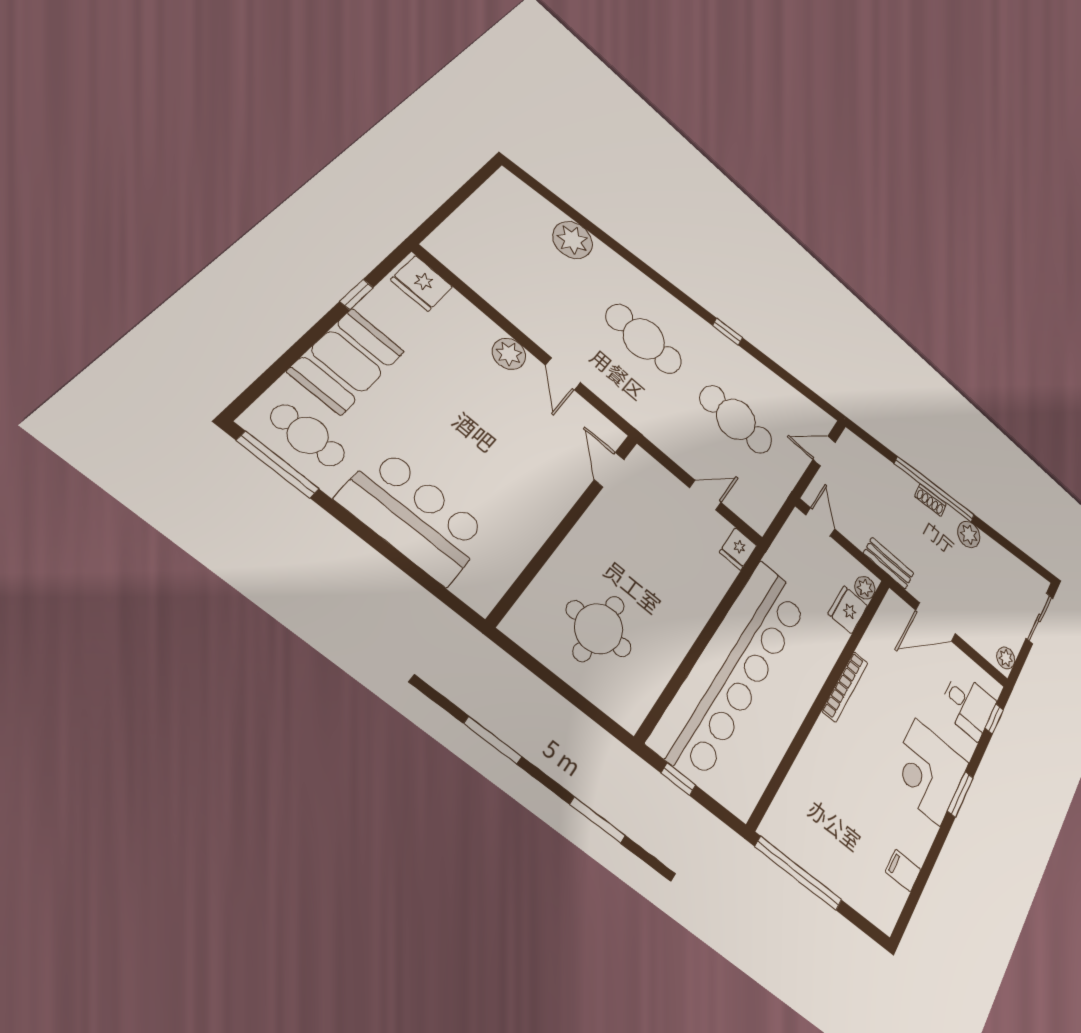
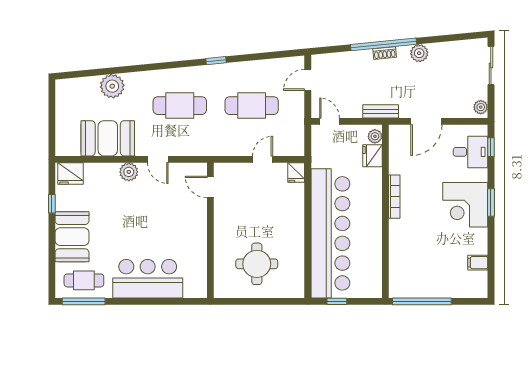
booth: (514, 290) -> (108, 138), added

